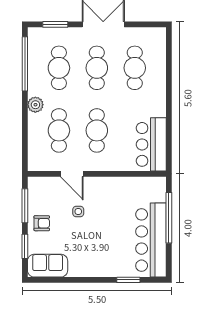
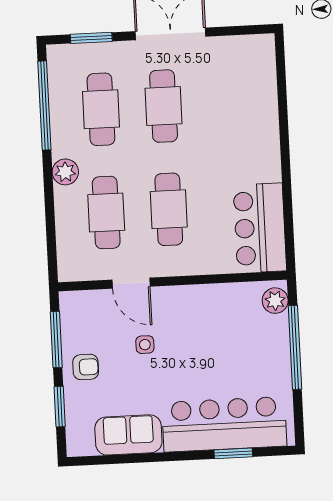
cafe table: (135, 68) -> (226, 103), removed
plant: (158, 189) -> (275, 301), added
bar counter: (151, 240) -> (224, 424), moved, turned 90
sofa: (48, 266) -> (128, 435), moved

